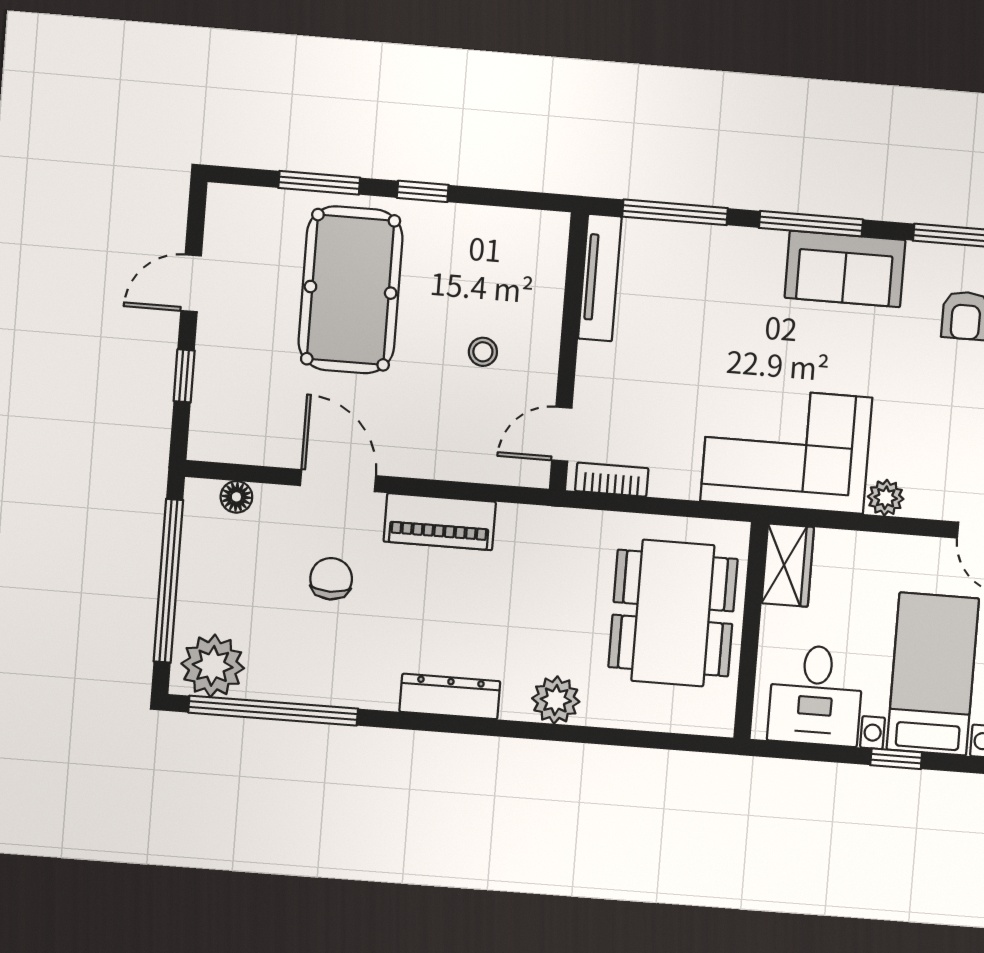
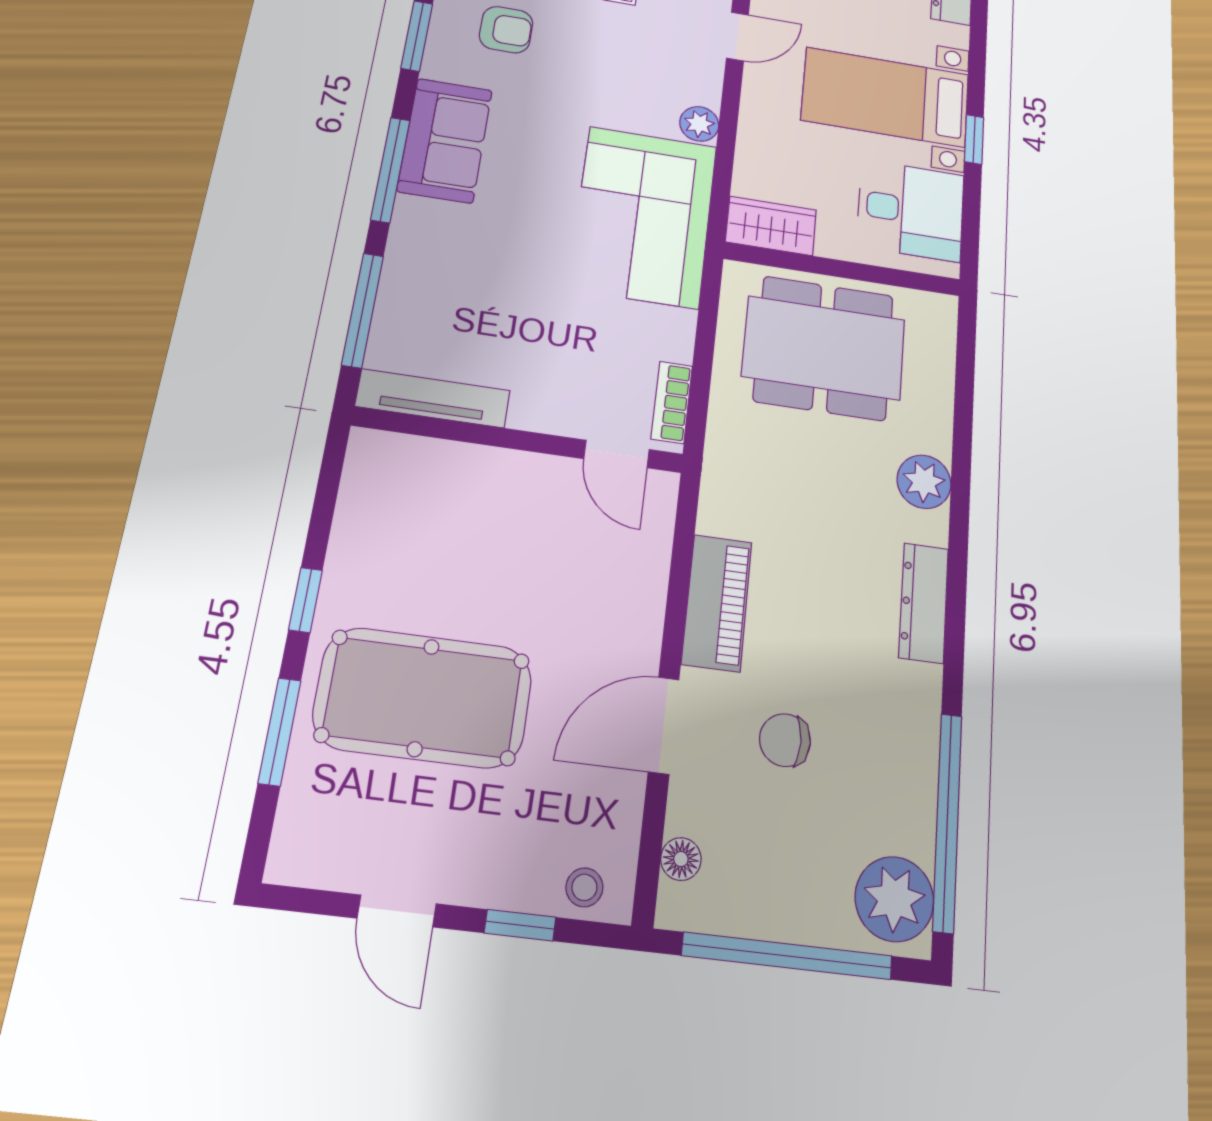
stool: (483, 352) -> (584, 887), moved

